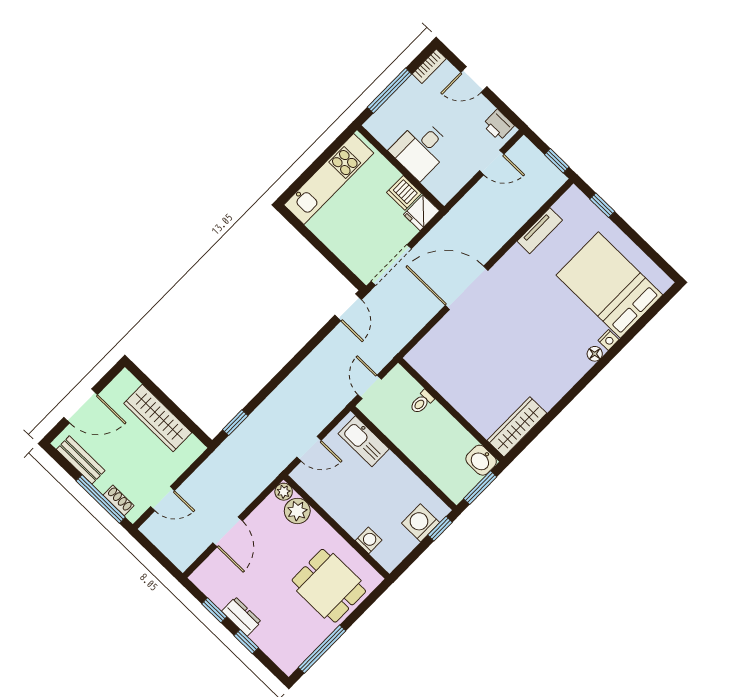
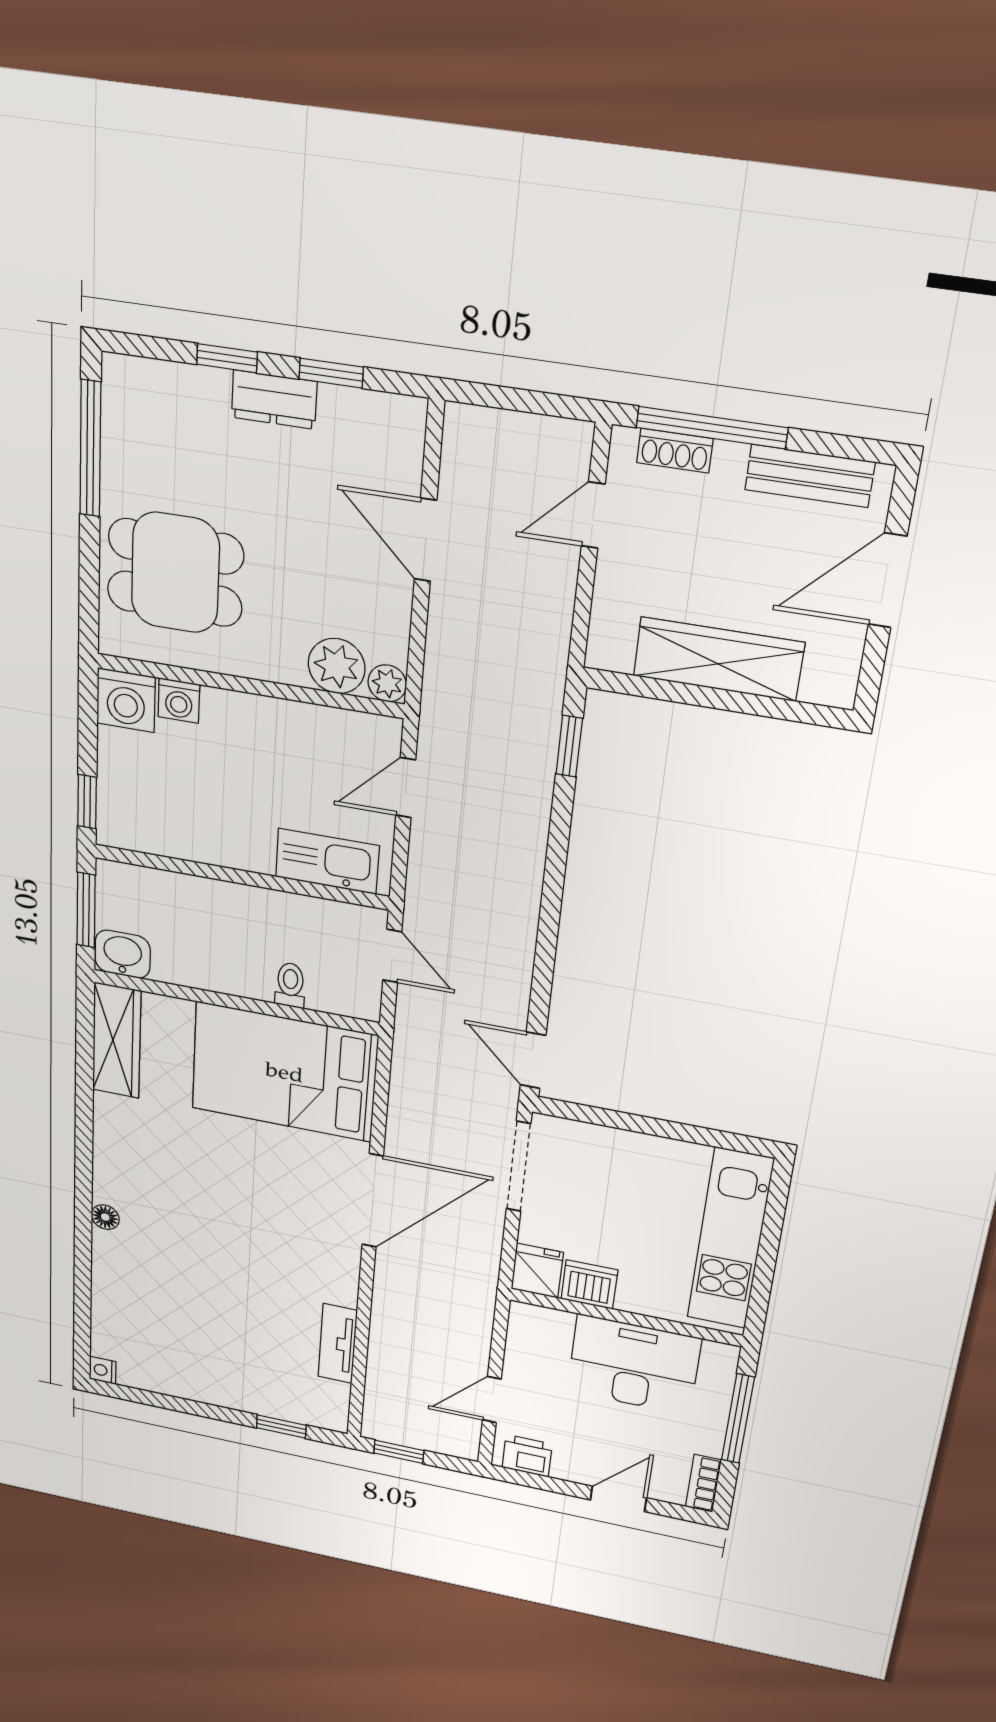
desk: (421, 149) -> (634, 1365), width x1.37
bed: (609, 285) -> (284, 1072), moved, turned 180
nightstand: (608, 340) -> (103, 1370), moved
washing machine: (421, 523) -> (126, 700), moved, turned 90

